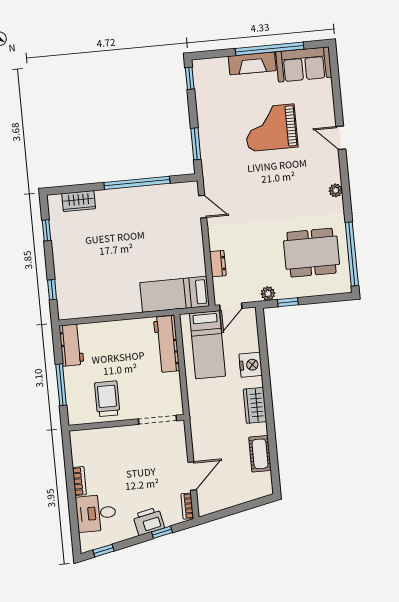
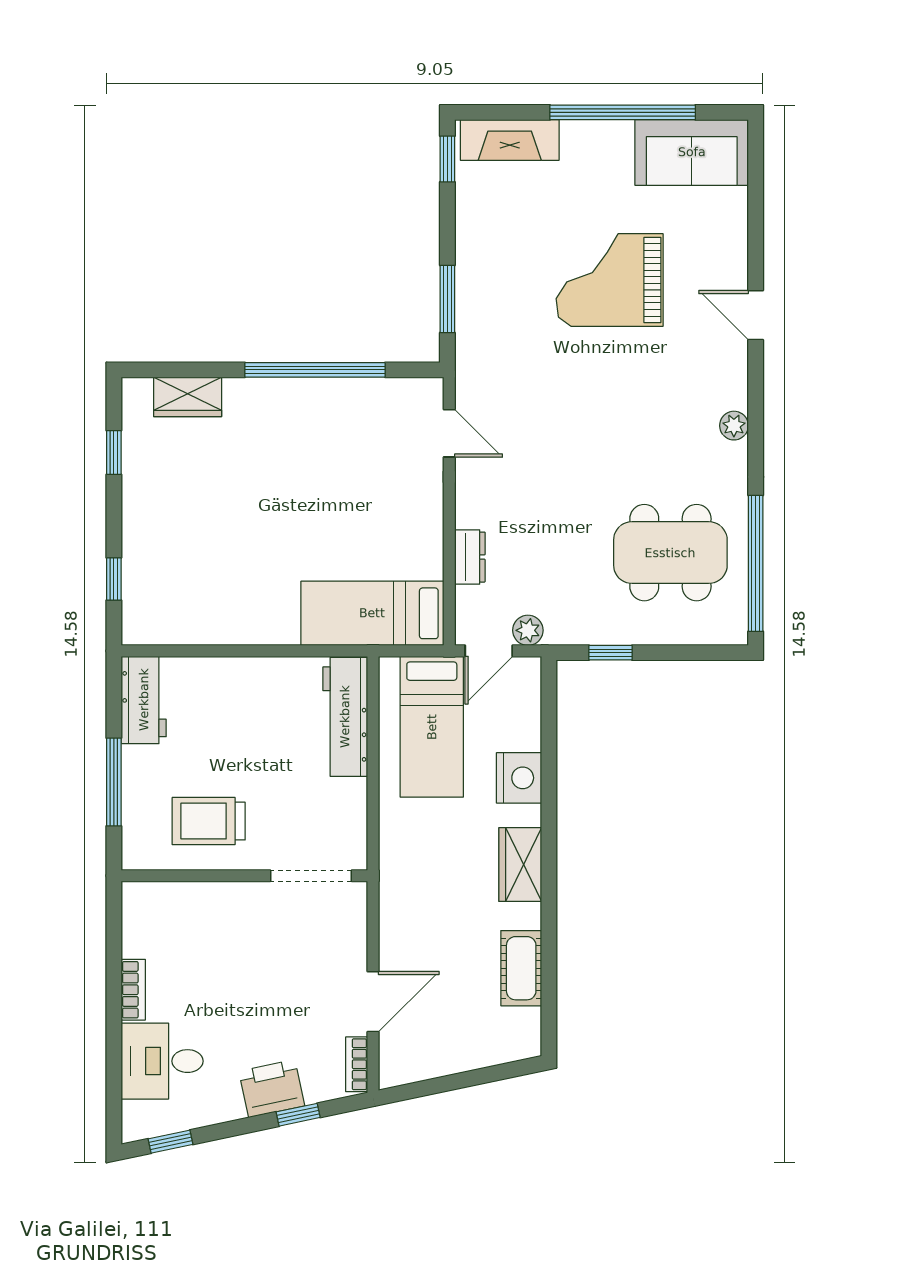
fireplace: (252, 63) -> (510, 140), moved
plant: (268, 293) -> (528, 630), moved
trolley: (107, 399) -> (209, 821), turned -90

